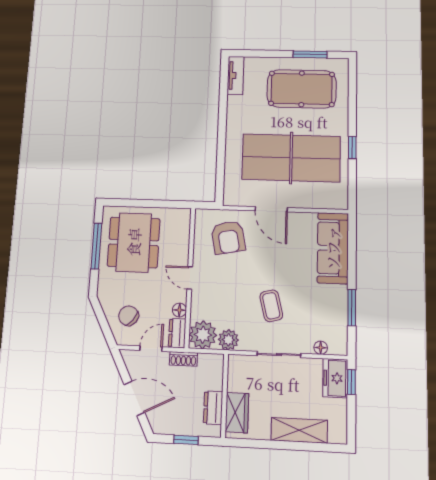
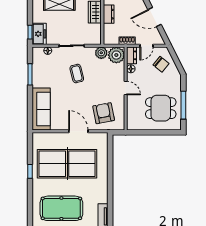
dining table: (134, 242) -> (161, 108), width x0.73

